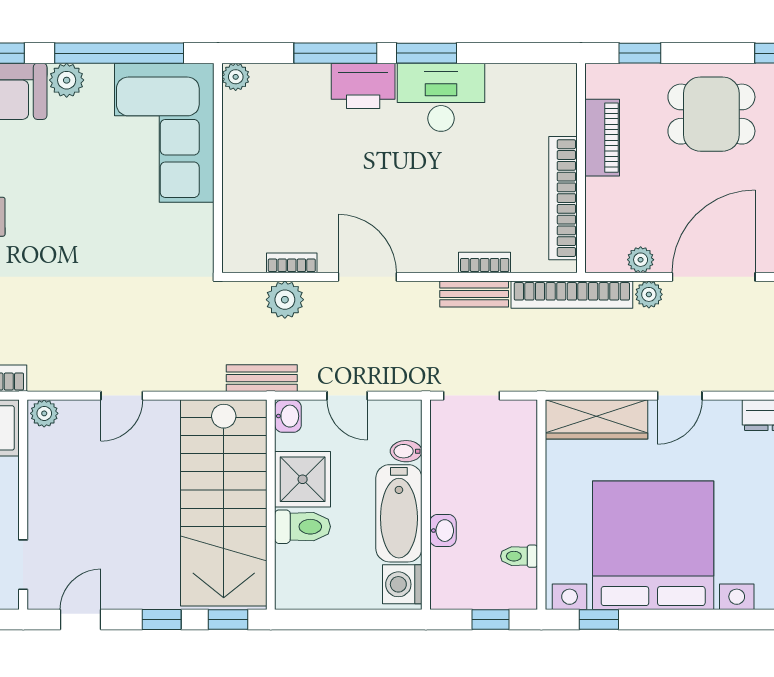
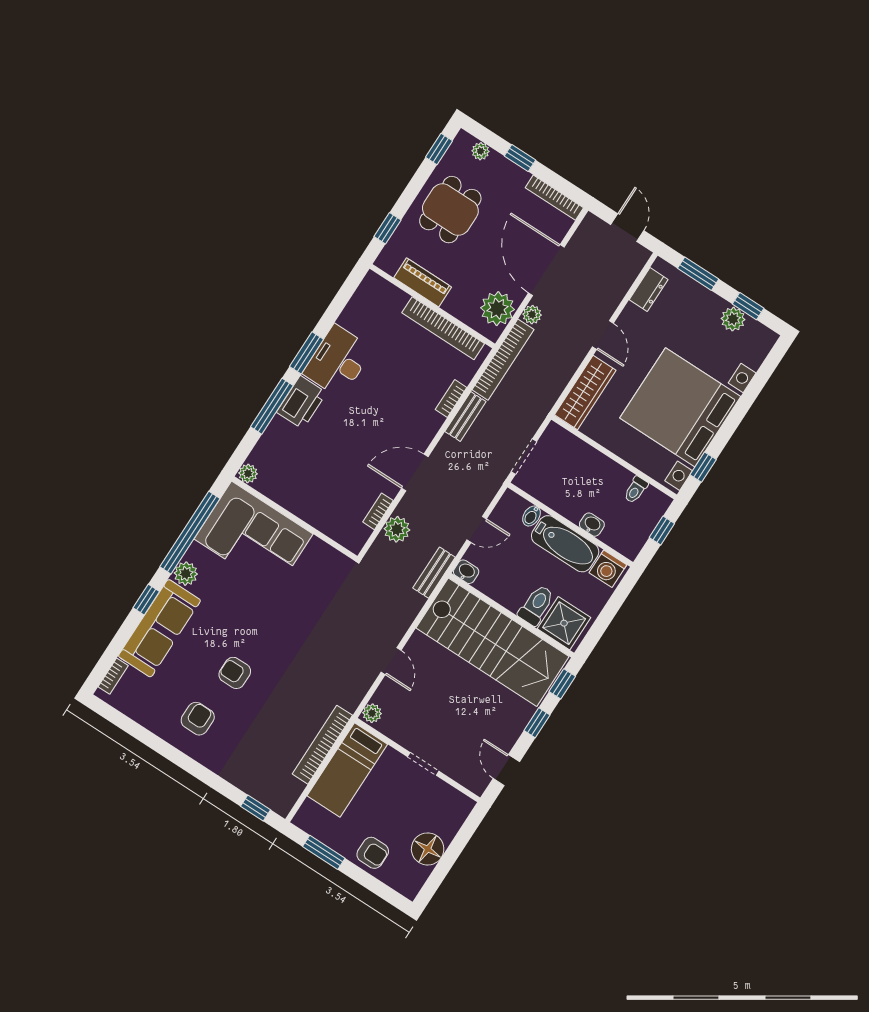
plant: (641, 260) -> (497, 309), width x1.87, depth x1.87
shower: (303, 479) -> (564, 623), moved
doorway: (23, 565) -> (423, 764), moved

